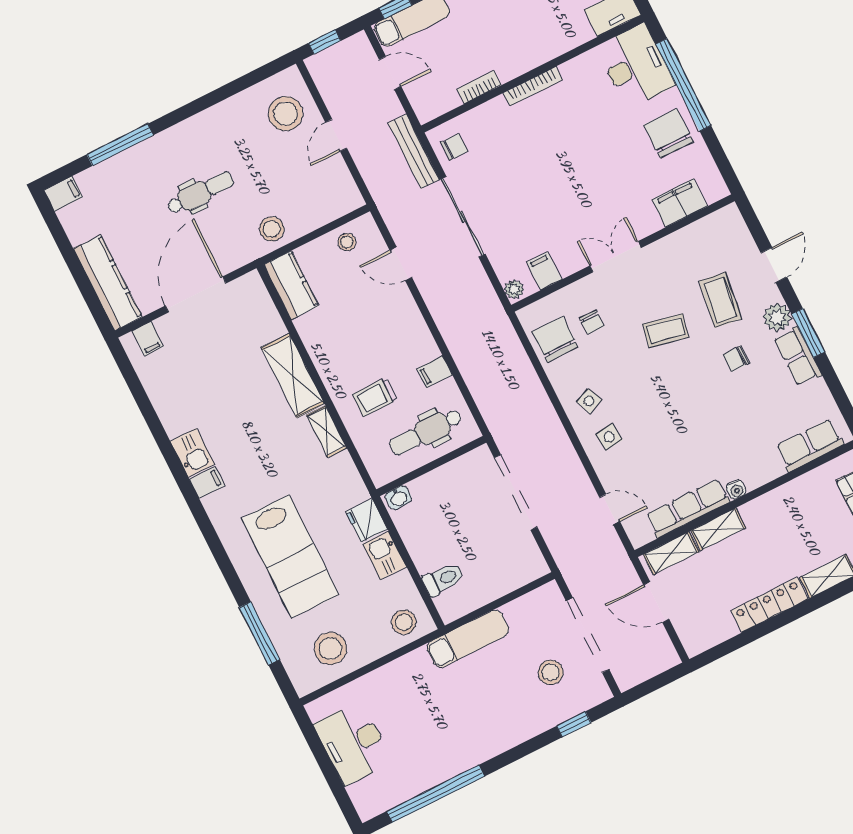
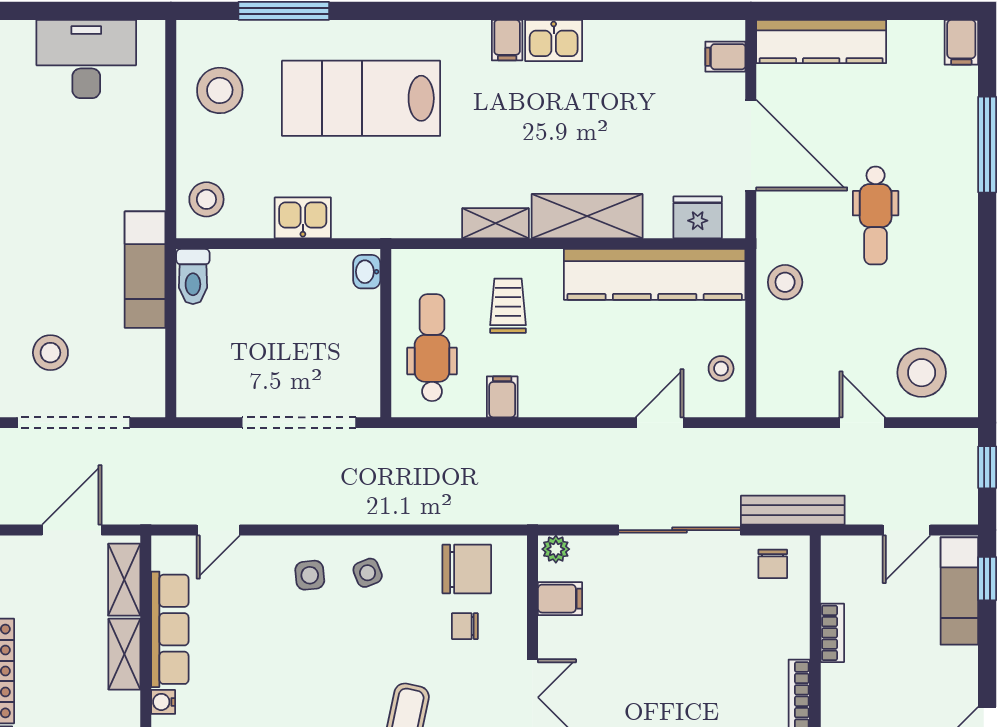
kitchen counter: (291, 285) -> (655, 274), width x2.08, depth x1.17
fridge: (367, 520) -> (698, 217), moved
toilet: (443, 579) -> (193, 277), moved

